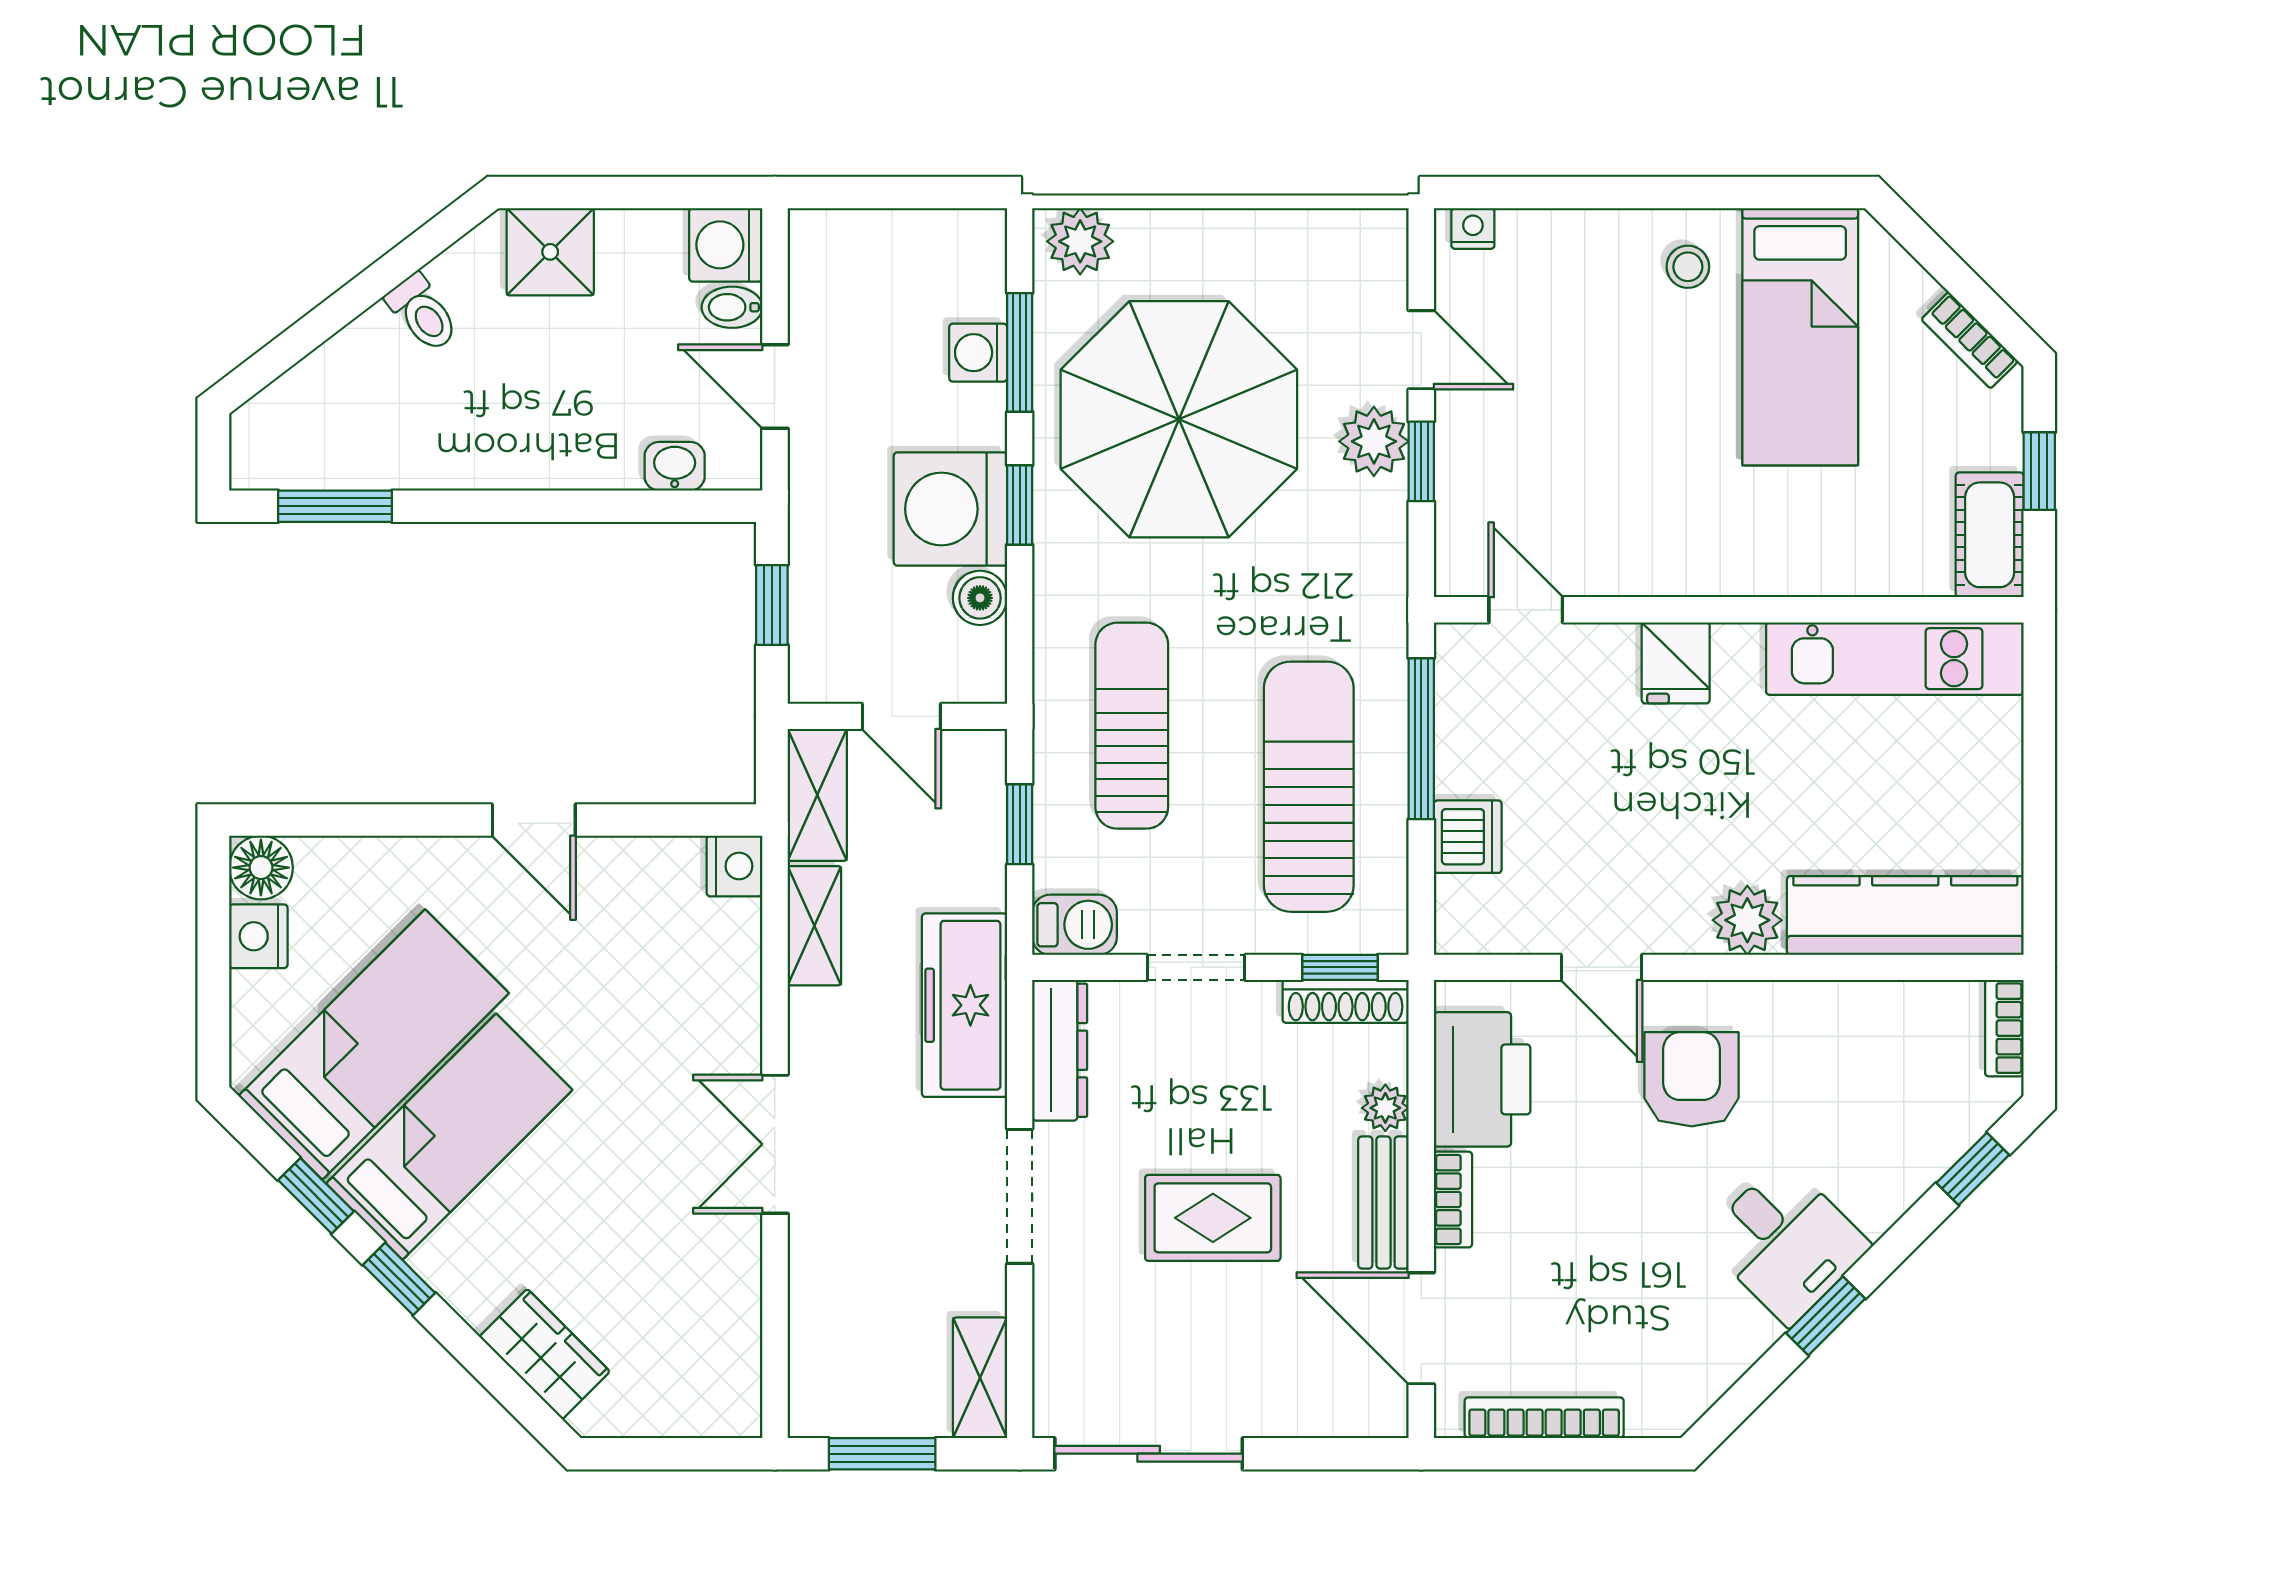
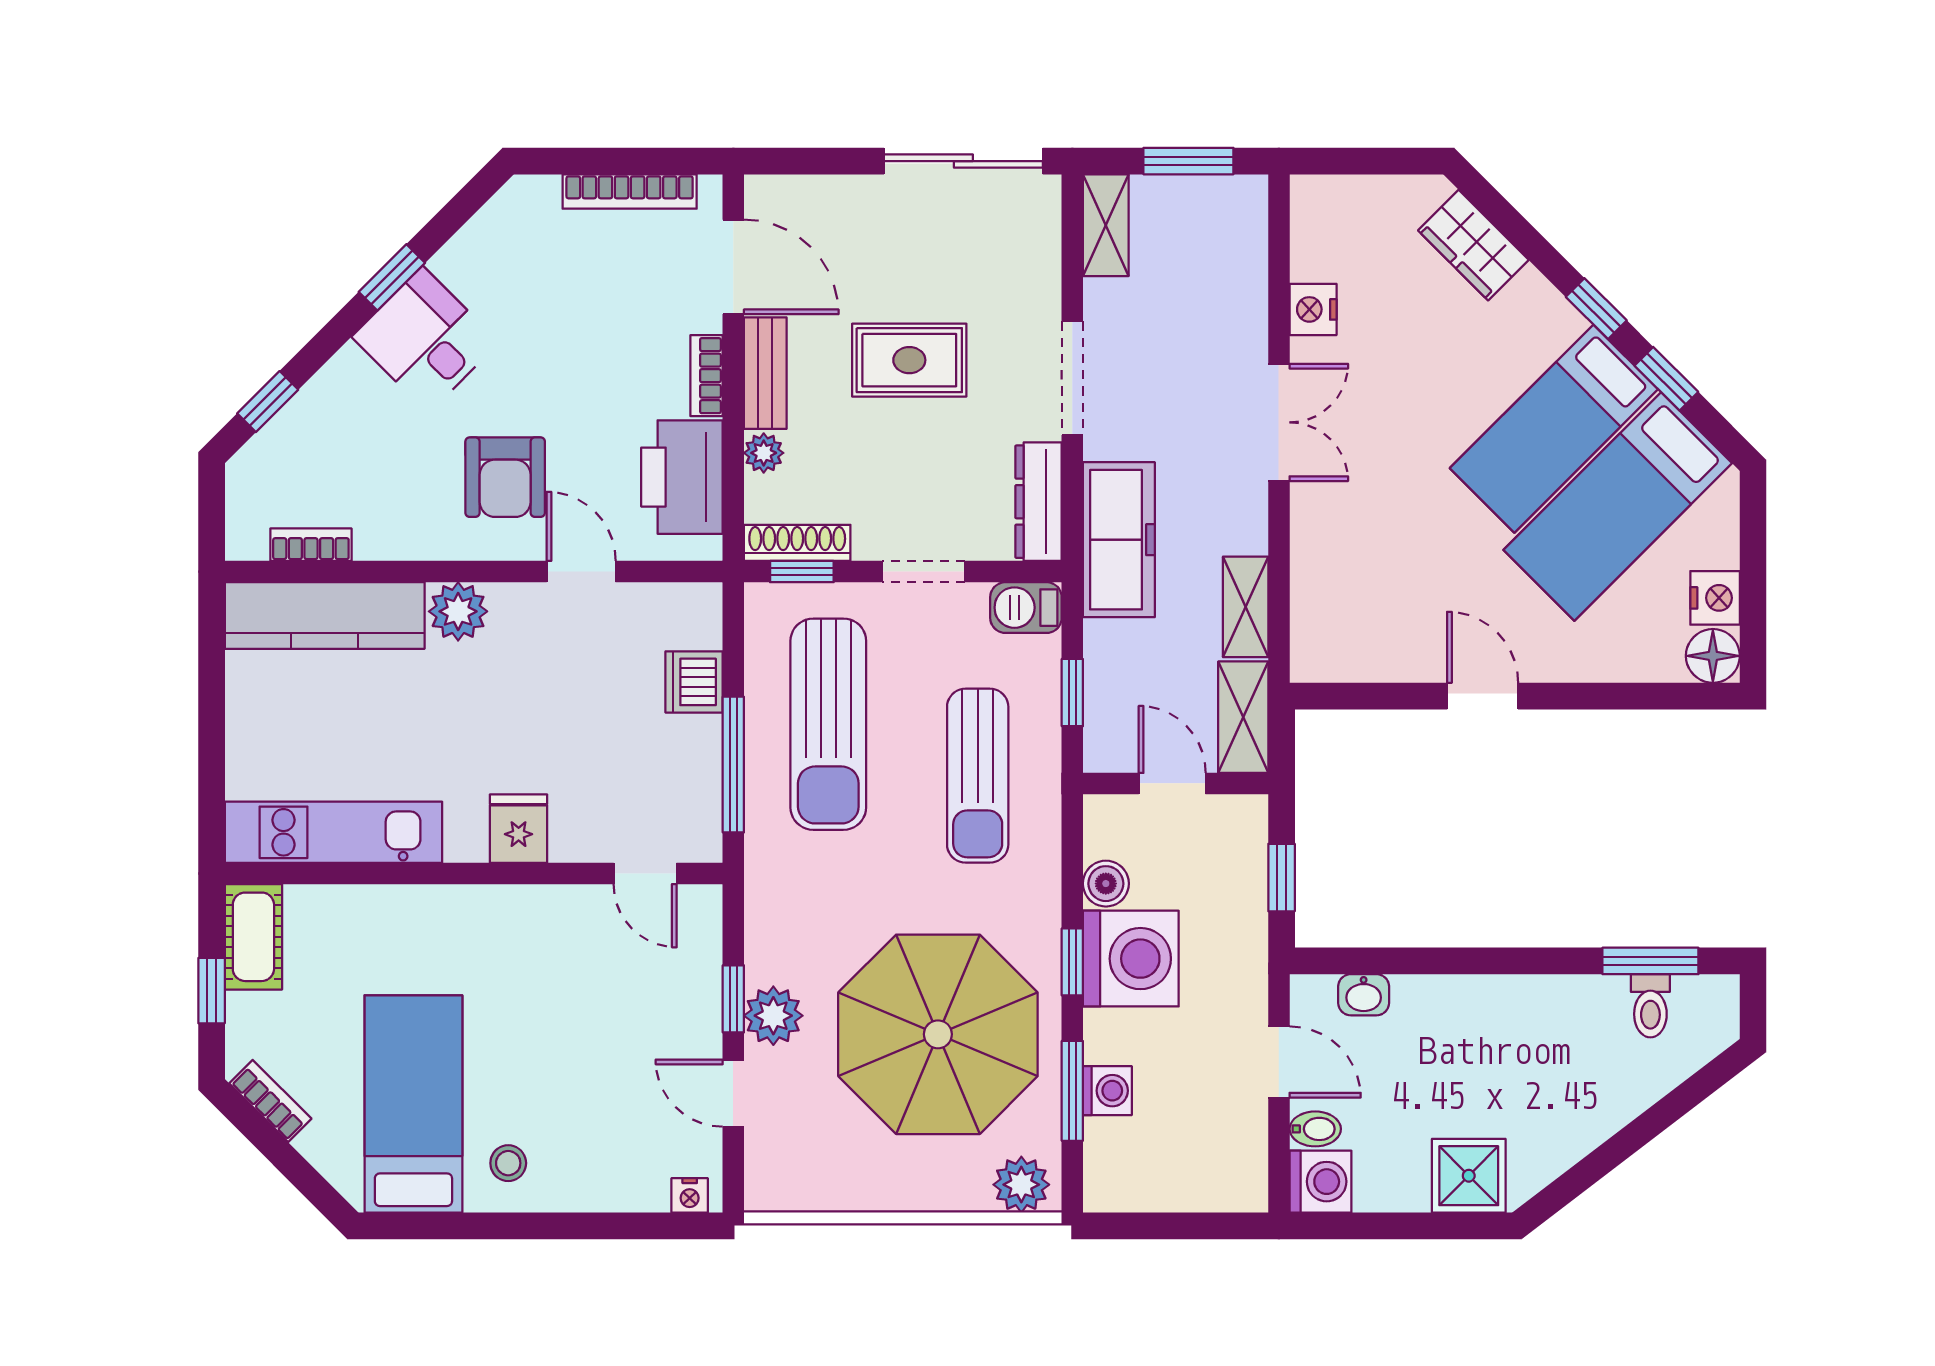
toilet: (423, 313) -> (1650, 1006), moved, turned -143
nightstand: (735, 866) -> (1313, 309), moved
bookcase: (2004, 1028) -> (311, 545), moved, turned -90

